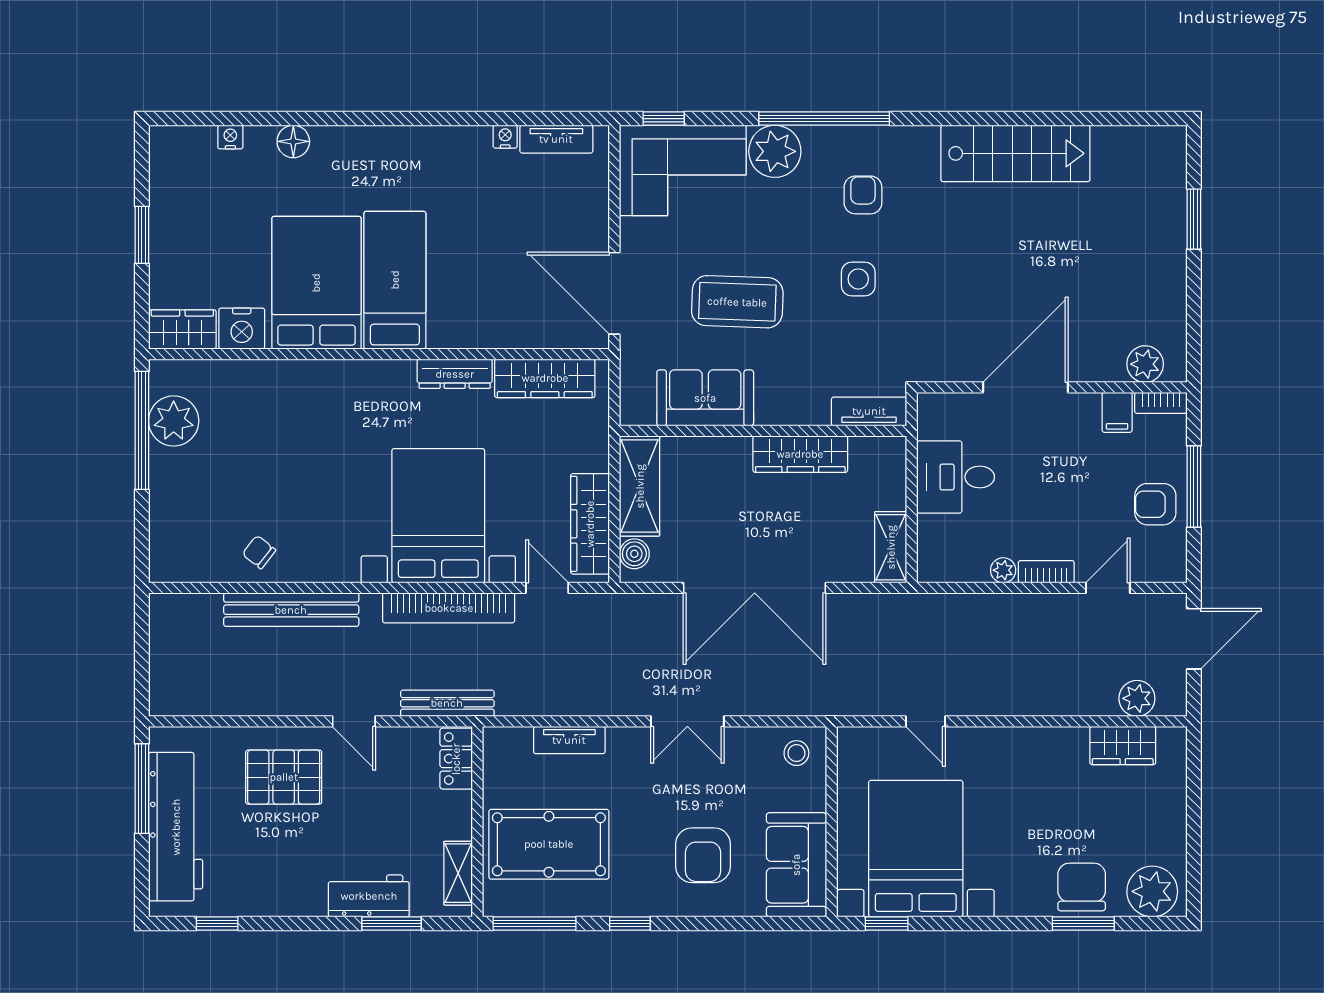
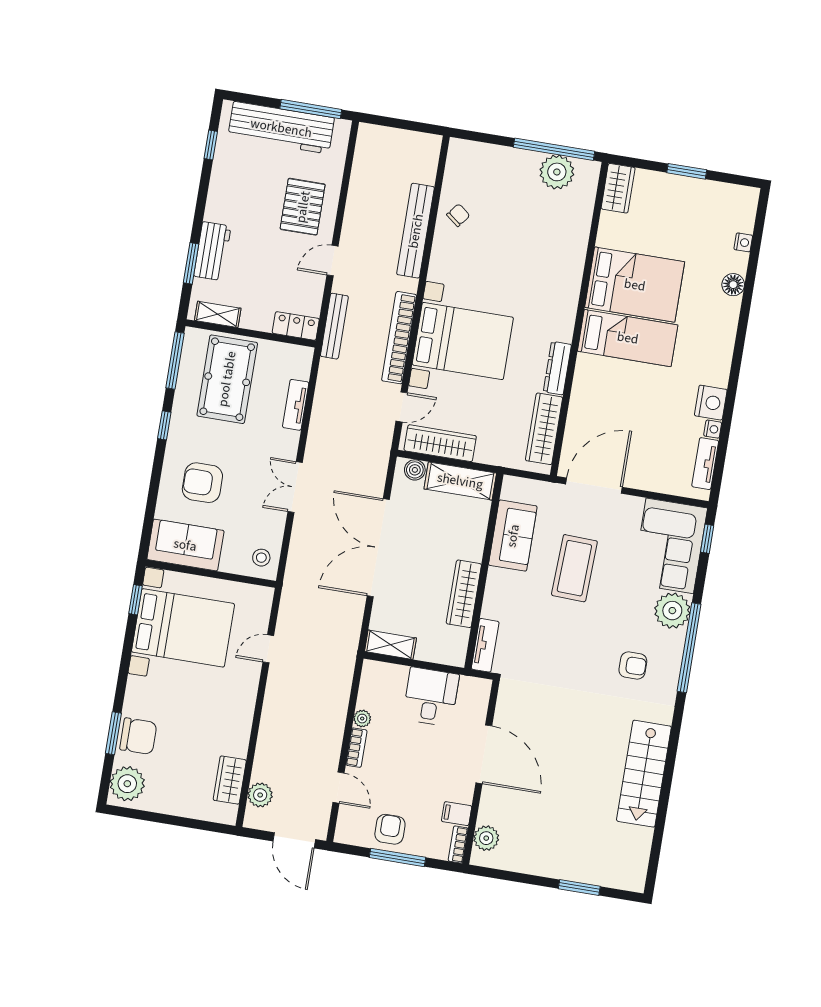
side table: (858, 279) -> (576, 653), removed
nightstand: (242, 329) -> (711, 403), moved, turned 180

